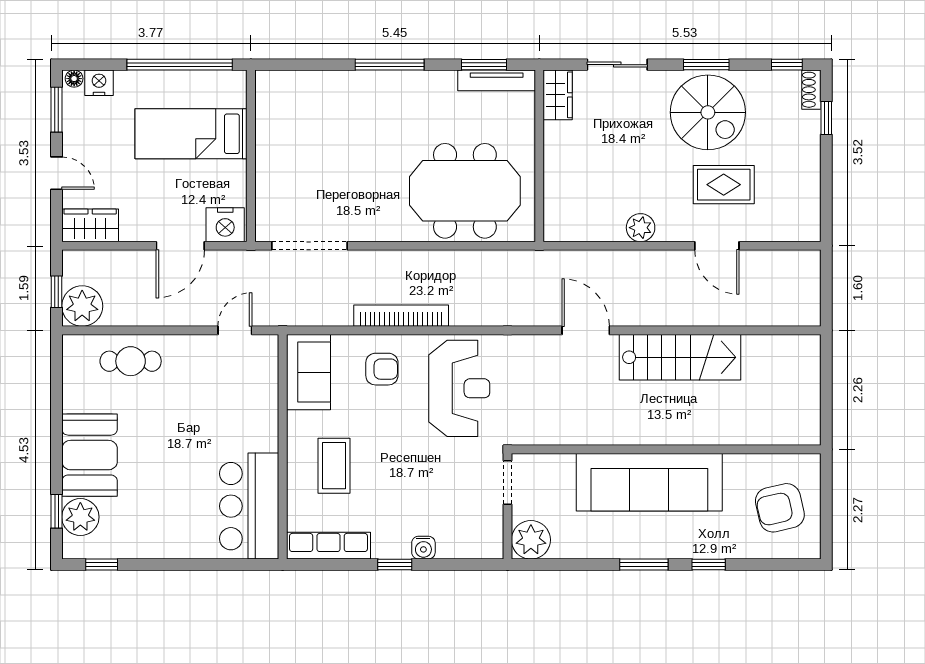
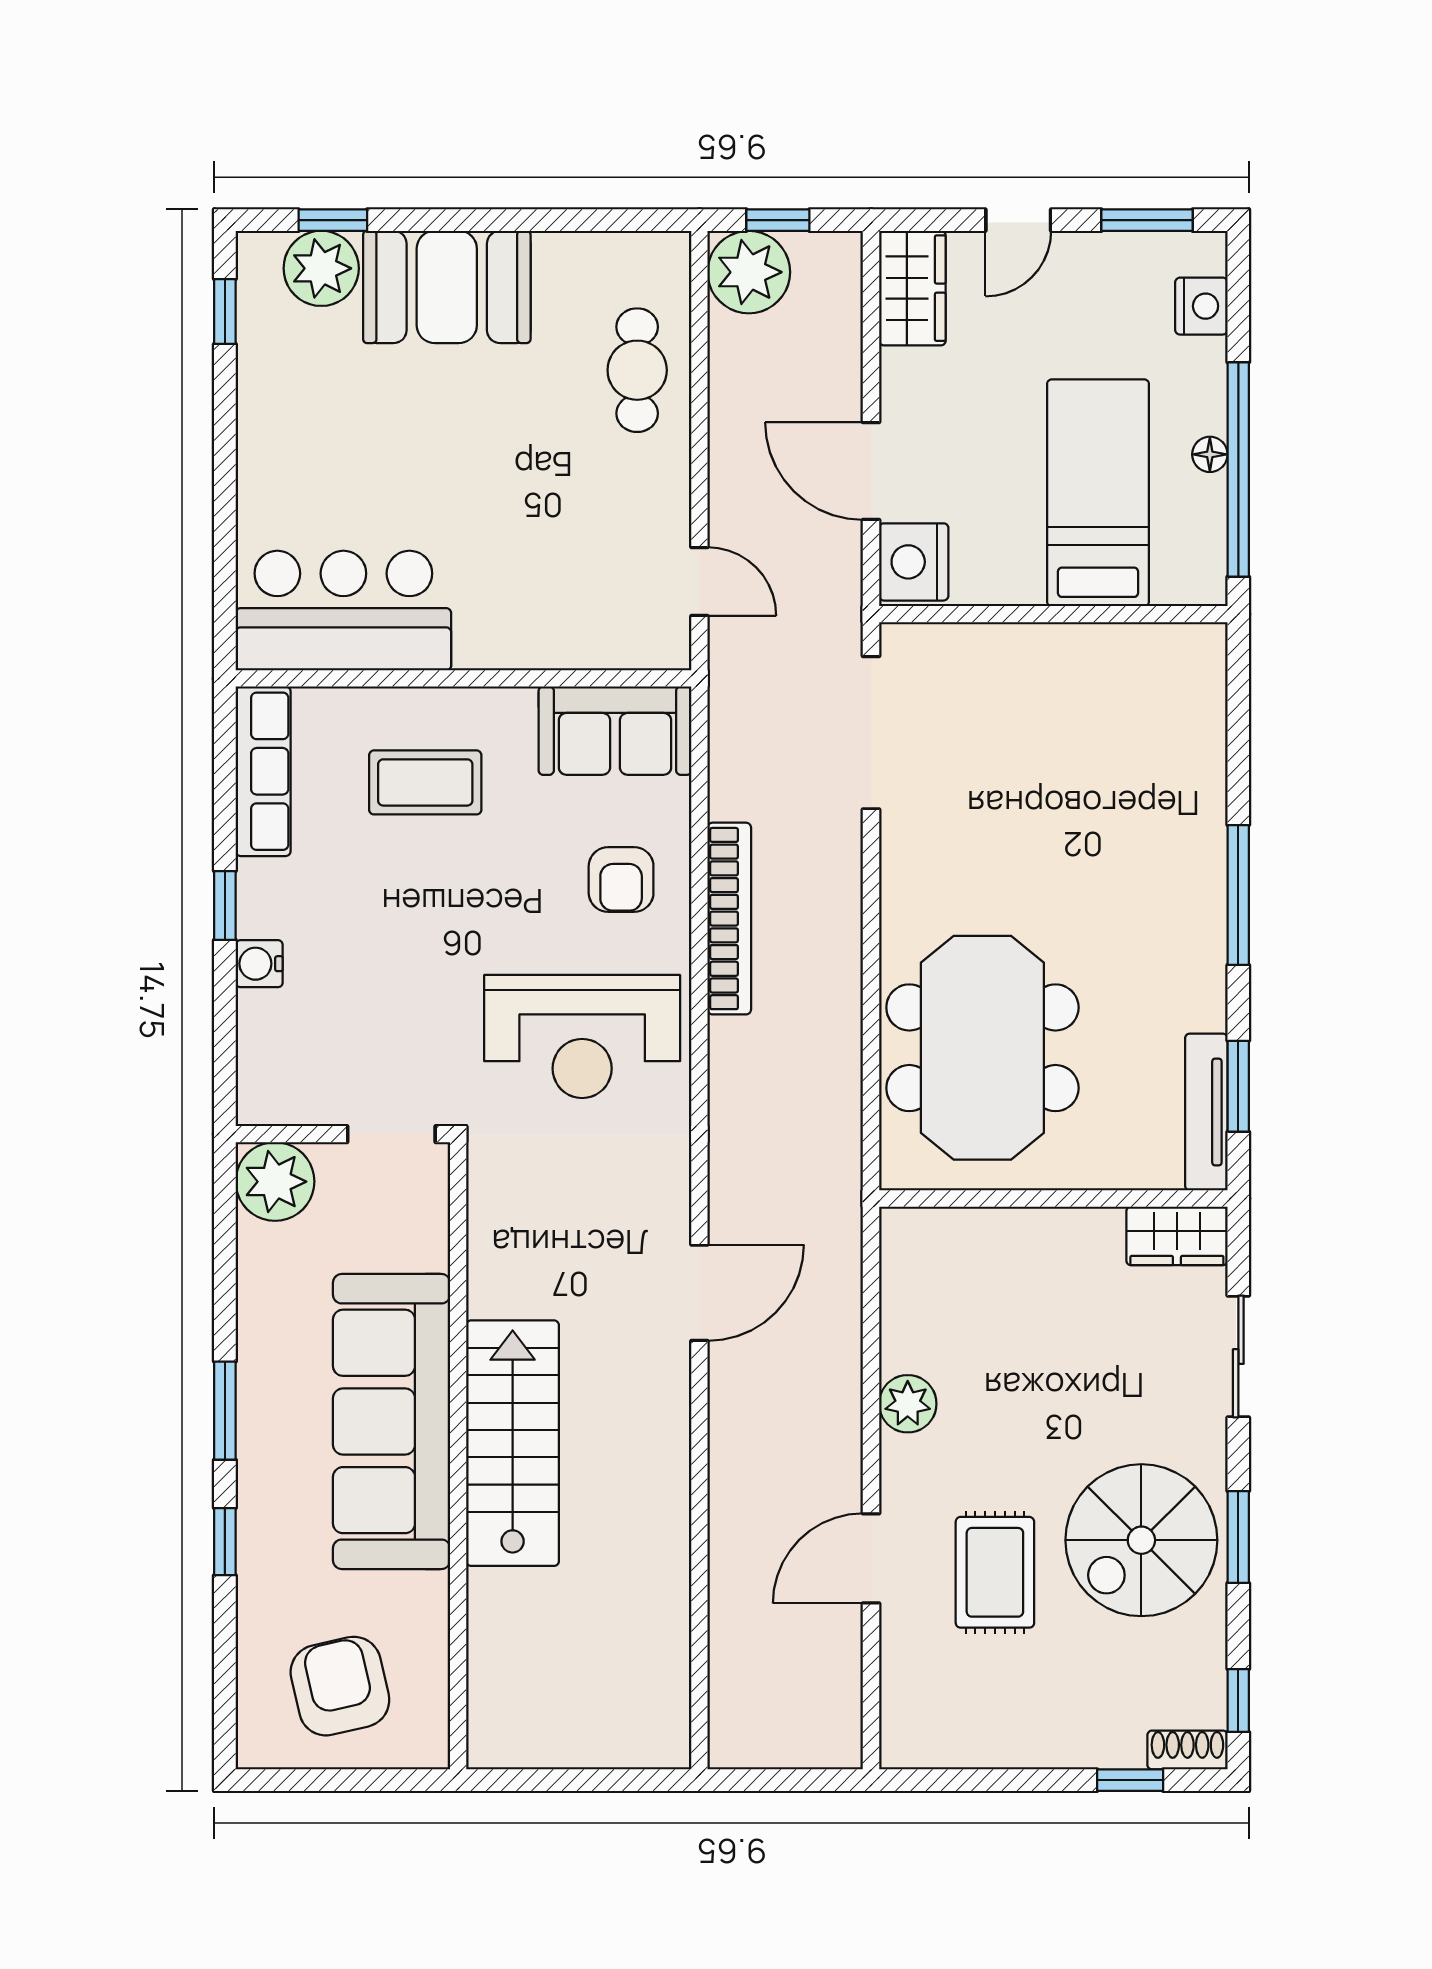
floor lamp: (74, 79) -> (1210, 454), moved
stairs: (680, 357) -> (513, 1443), moved, turned 180

